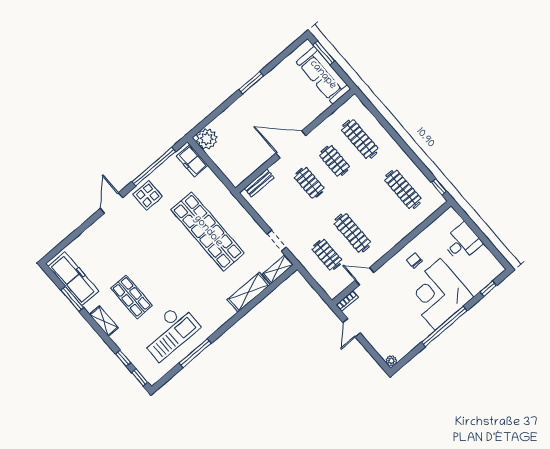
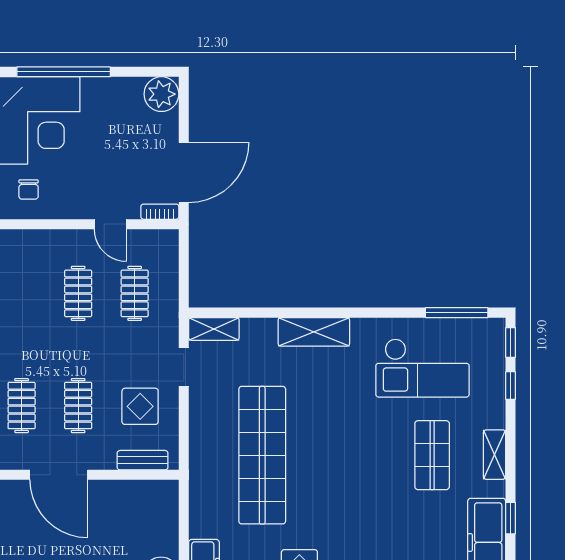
display table: (281, 206) -> (140, 406), added
clothes rail: (352, 233) -> (78, 293), width x0.73
shelving: (249, 292) -> (314, 332), moved
window: (72, 299) -> (511, 518), width x0.67
door: (352, 328) -> (184, 172), width x1.87
checkout: (169, 332) -> (423, 368), turned 180
window: (195, 353) -> (457, 313), moved
plant: (391, 361) -> (161, 94), width x1.88, depth x1.88

